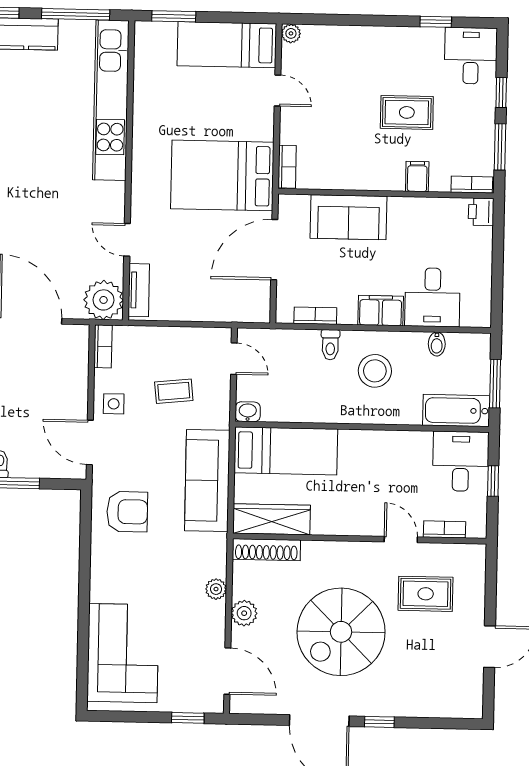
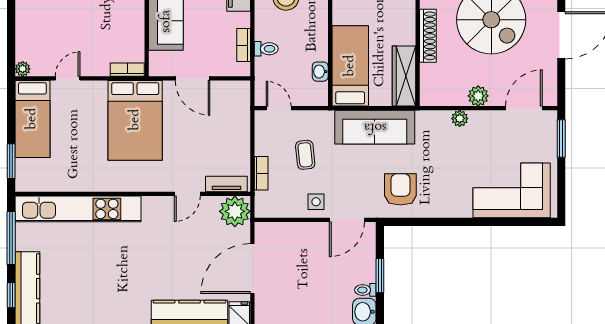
door: (274, 250) -> (192, 78), width x0.73
toilet: (330, 345) -> (266, 49), moved
bookcase: (103, 346) -> (261, 173), moved, turned 90
door: (234, 359) -> (279, 108), hinge flipped
washbasin: (248, 412) -> (320, 72), moved
shoe rack: (266, 550) -> (428, 36), moved
window: (188, 718) -> (561, 138), width x1.50

